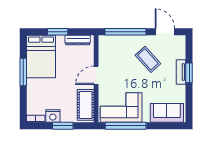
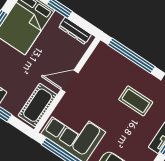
coffee table: (148, 59) -> (136, 101), turned -48

